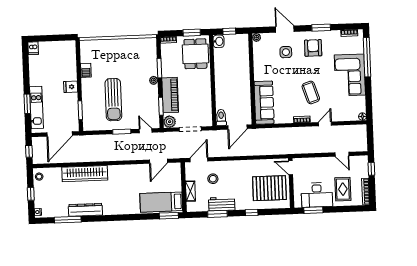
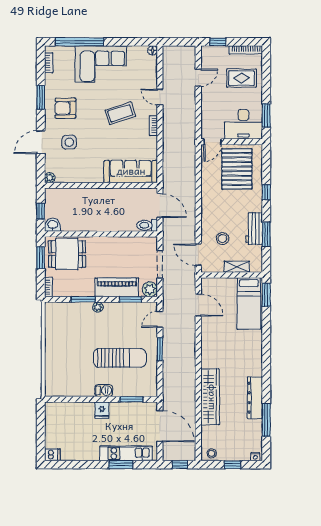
barbecue: (86, 70) -> (104, 390), moved
desk: (317, 195) -> (243, 124), moved, turned 90

